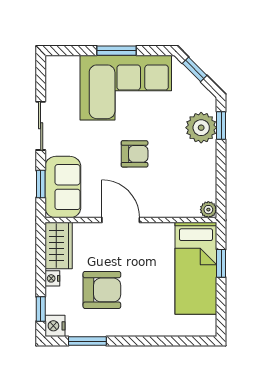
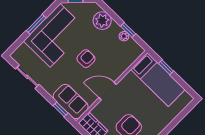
sliding door: (41, 126) -> (27, 77), moved
window: (221, 126) -> (128, 30), moved
plant: (208, 210) -> (124, 36), moved

